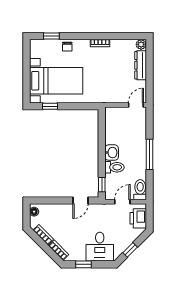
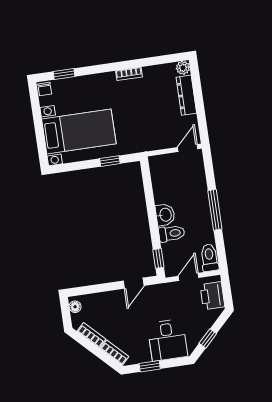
chair: (67, 47) -> (45, 89), moved
window: (50, 106) -> (110, 161), moved

